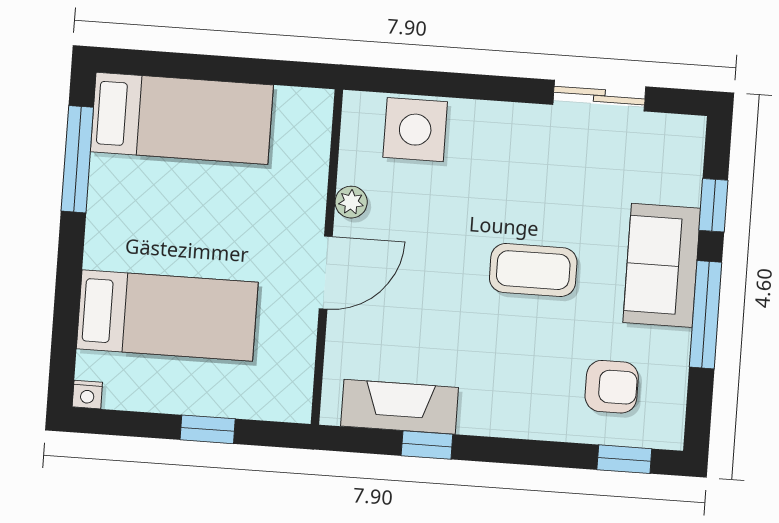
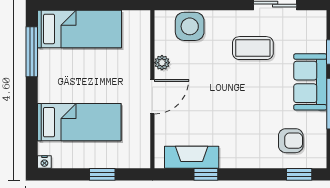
coffee table: (533, 270) -> (253, 48), moved

